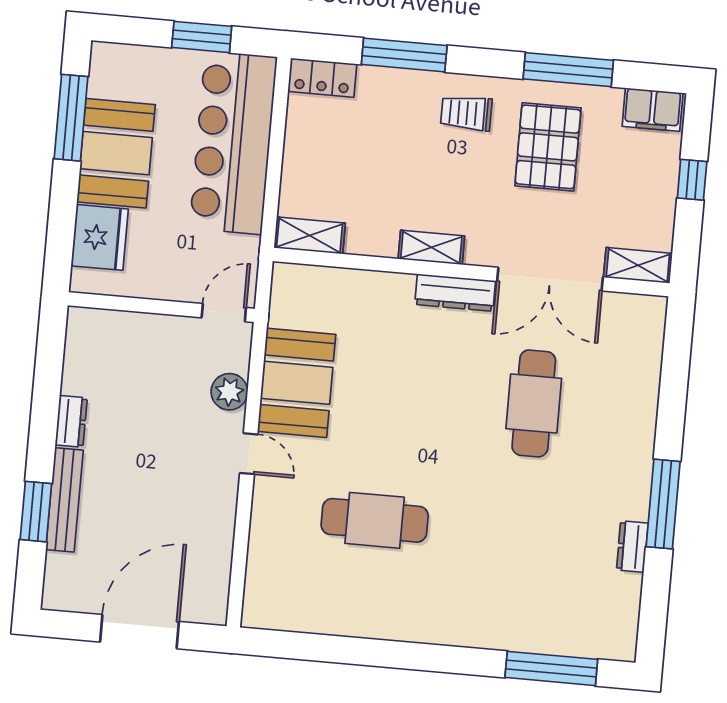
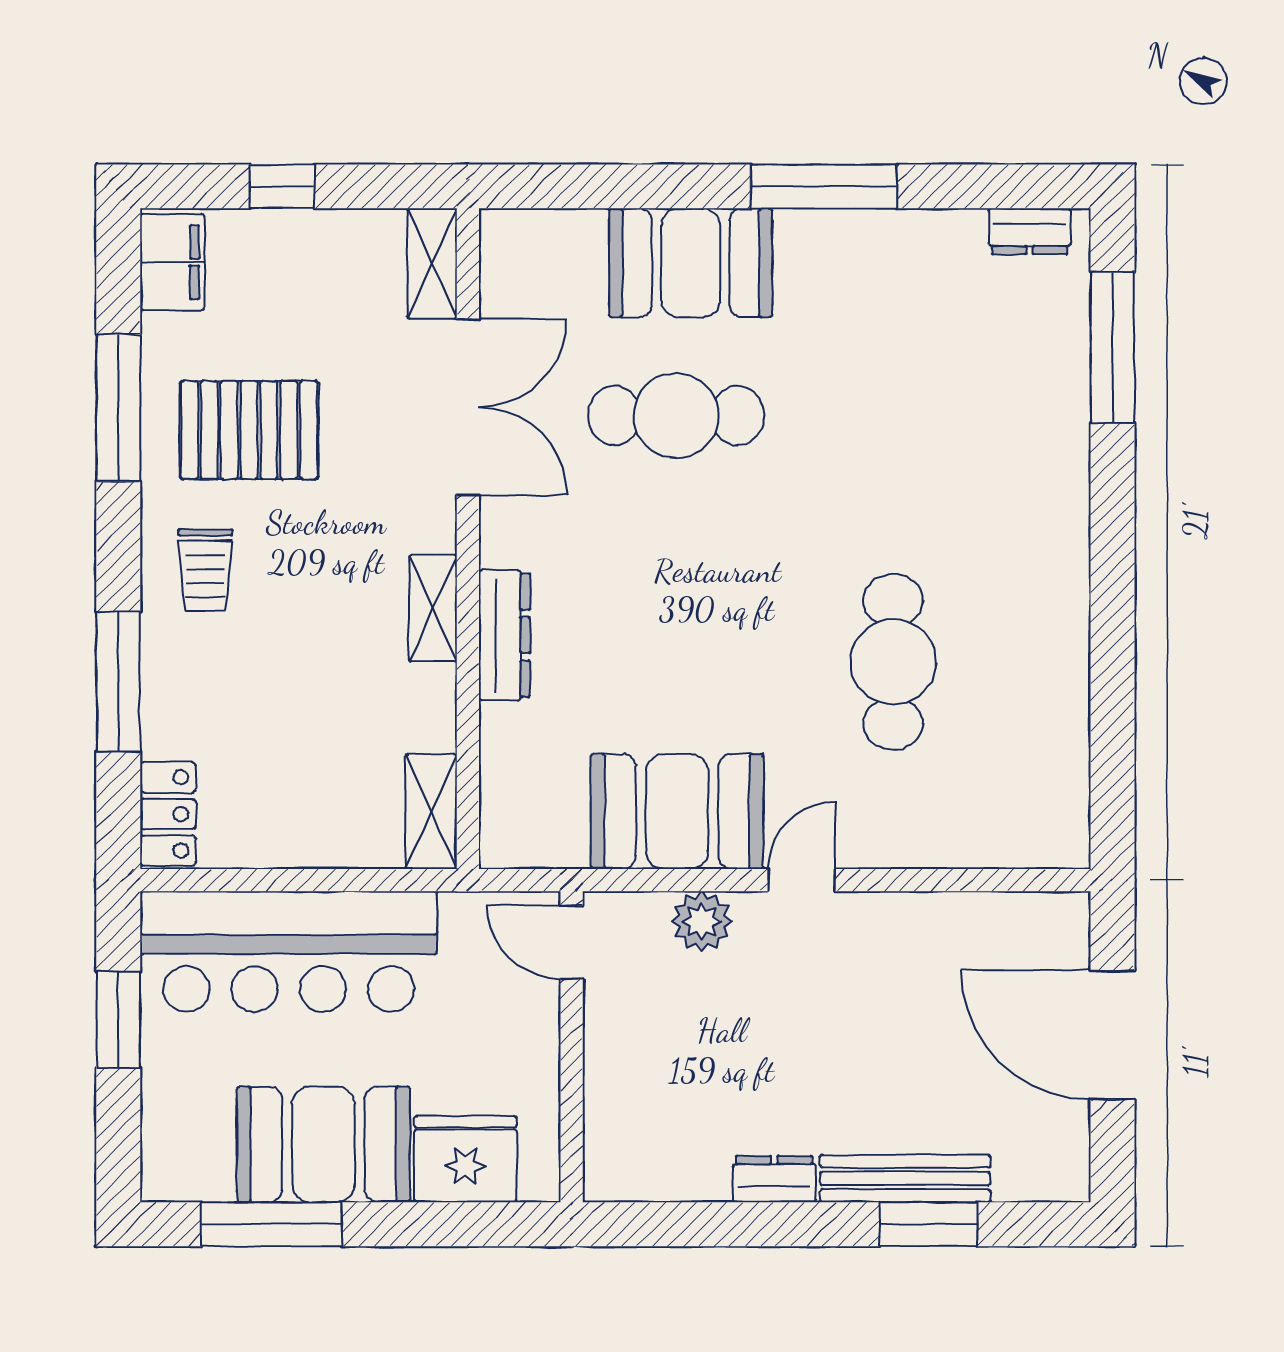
dresser: (455, 293) -> (504, 635), moved
booth: (625, 420) -> (691, 263), added
dresser: (632, 547) -> (1030, 231), moved

